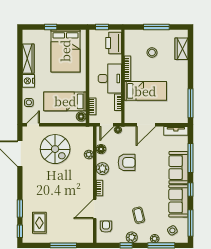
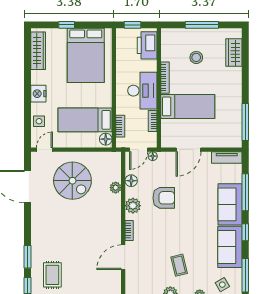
wardrobe: (28, 59) -> (38, 51), moved
armchair: (106, 227) -> (137, 280), removed

